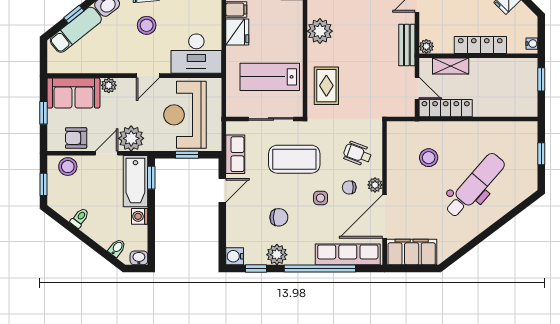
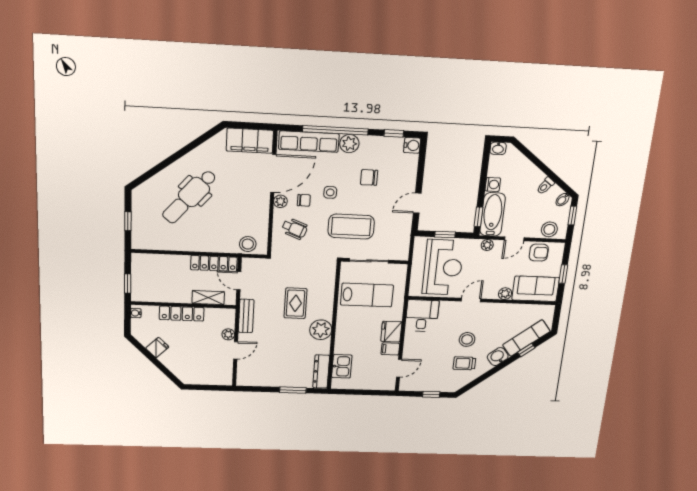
plant: (426, 46) -> (228, 334), moved
desk: (196, 54) -> (422, 316), width x0.73
rug: (326, 86) -> (295, 303), moved
plant: (131, 138) -> (487, 245), width x0.53, depth x0.53
row of seats: (235, 154) -> (403, 233), removed
stool: (429, 158) -> (248, 244), moved
bidet: (117, 248) -> (563, 200), moved
plant: (277, 255) -> (349, 144), moved

